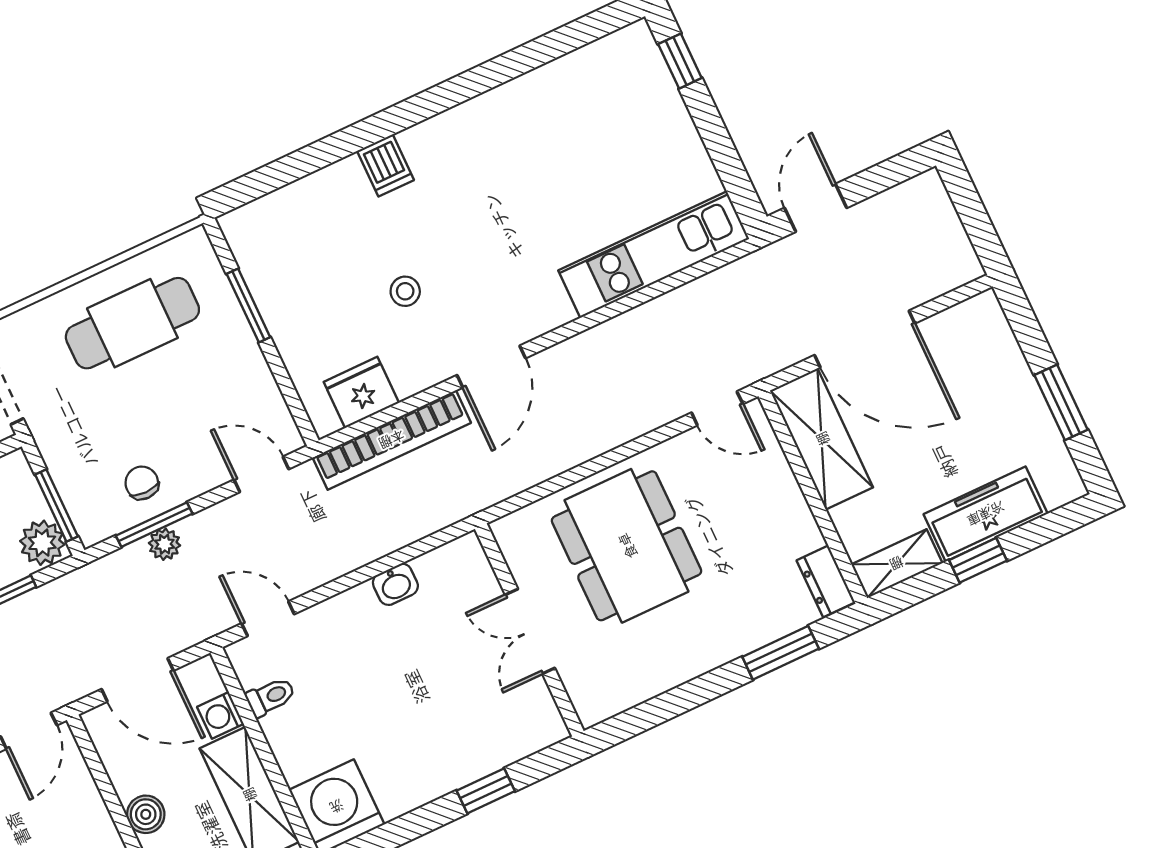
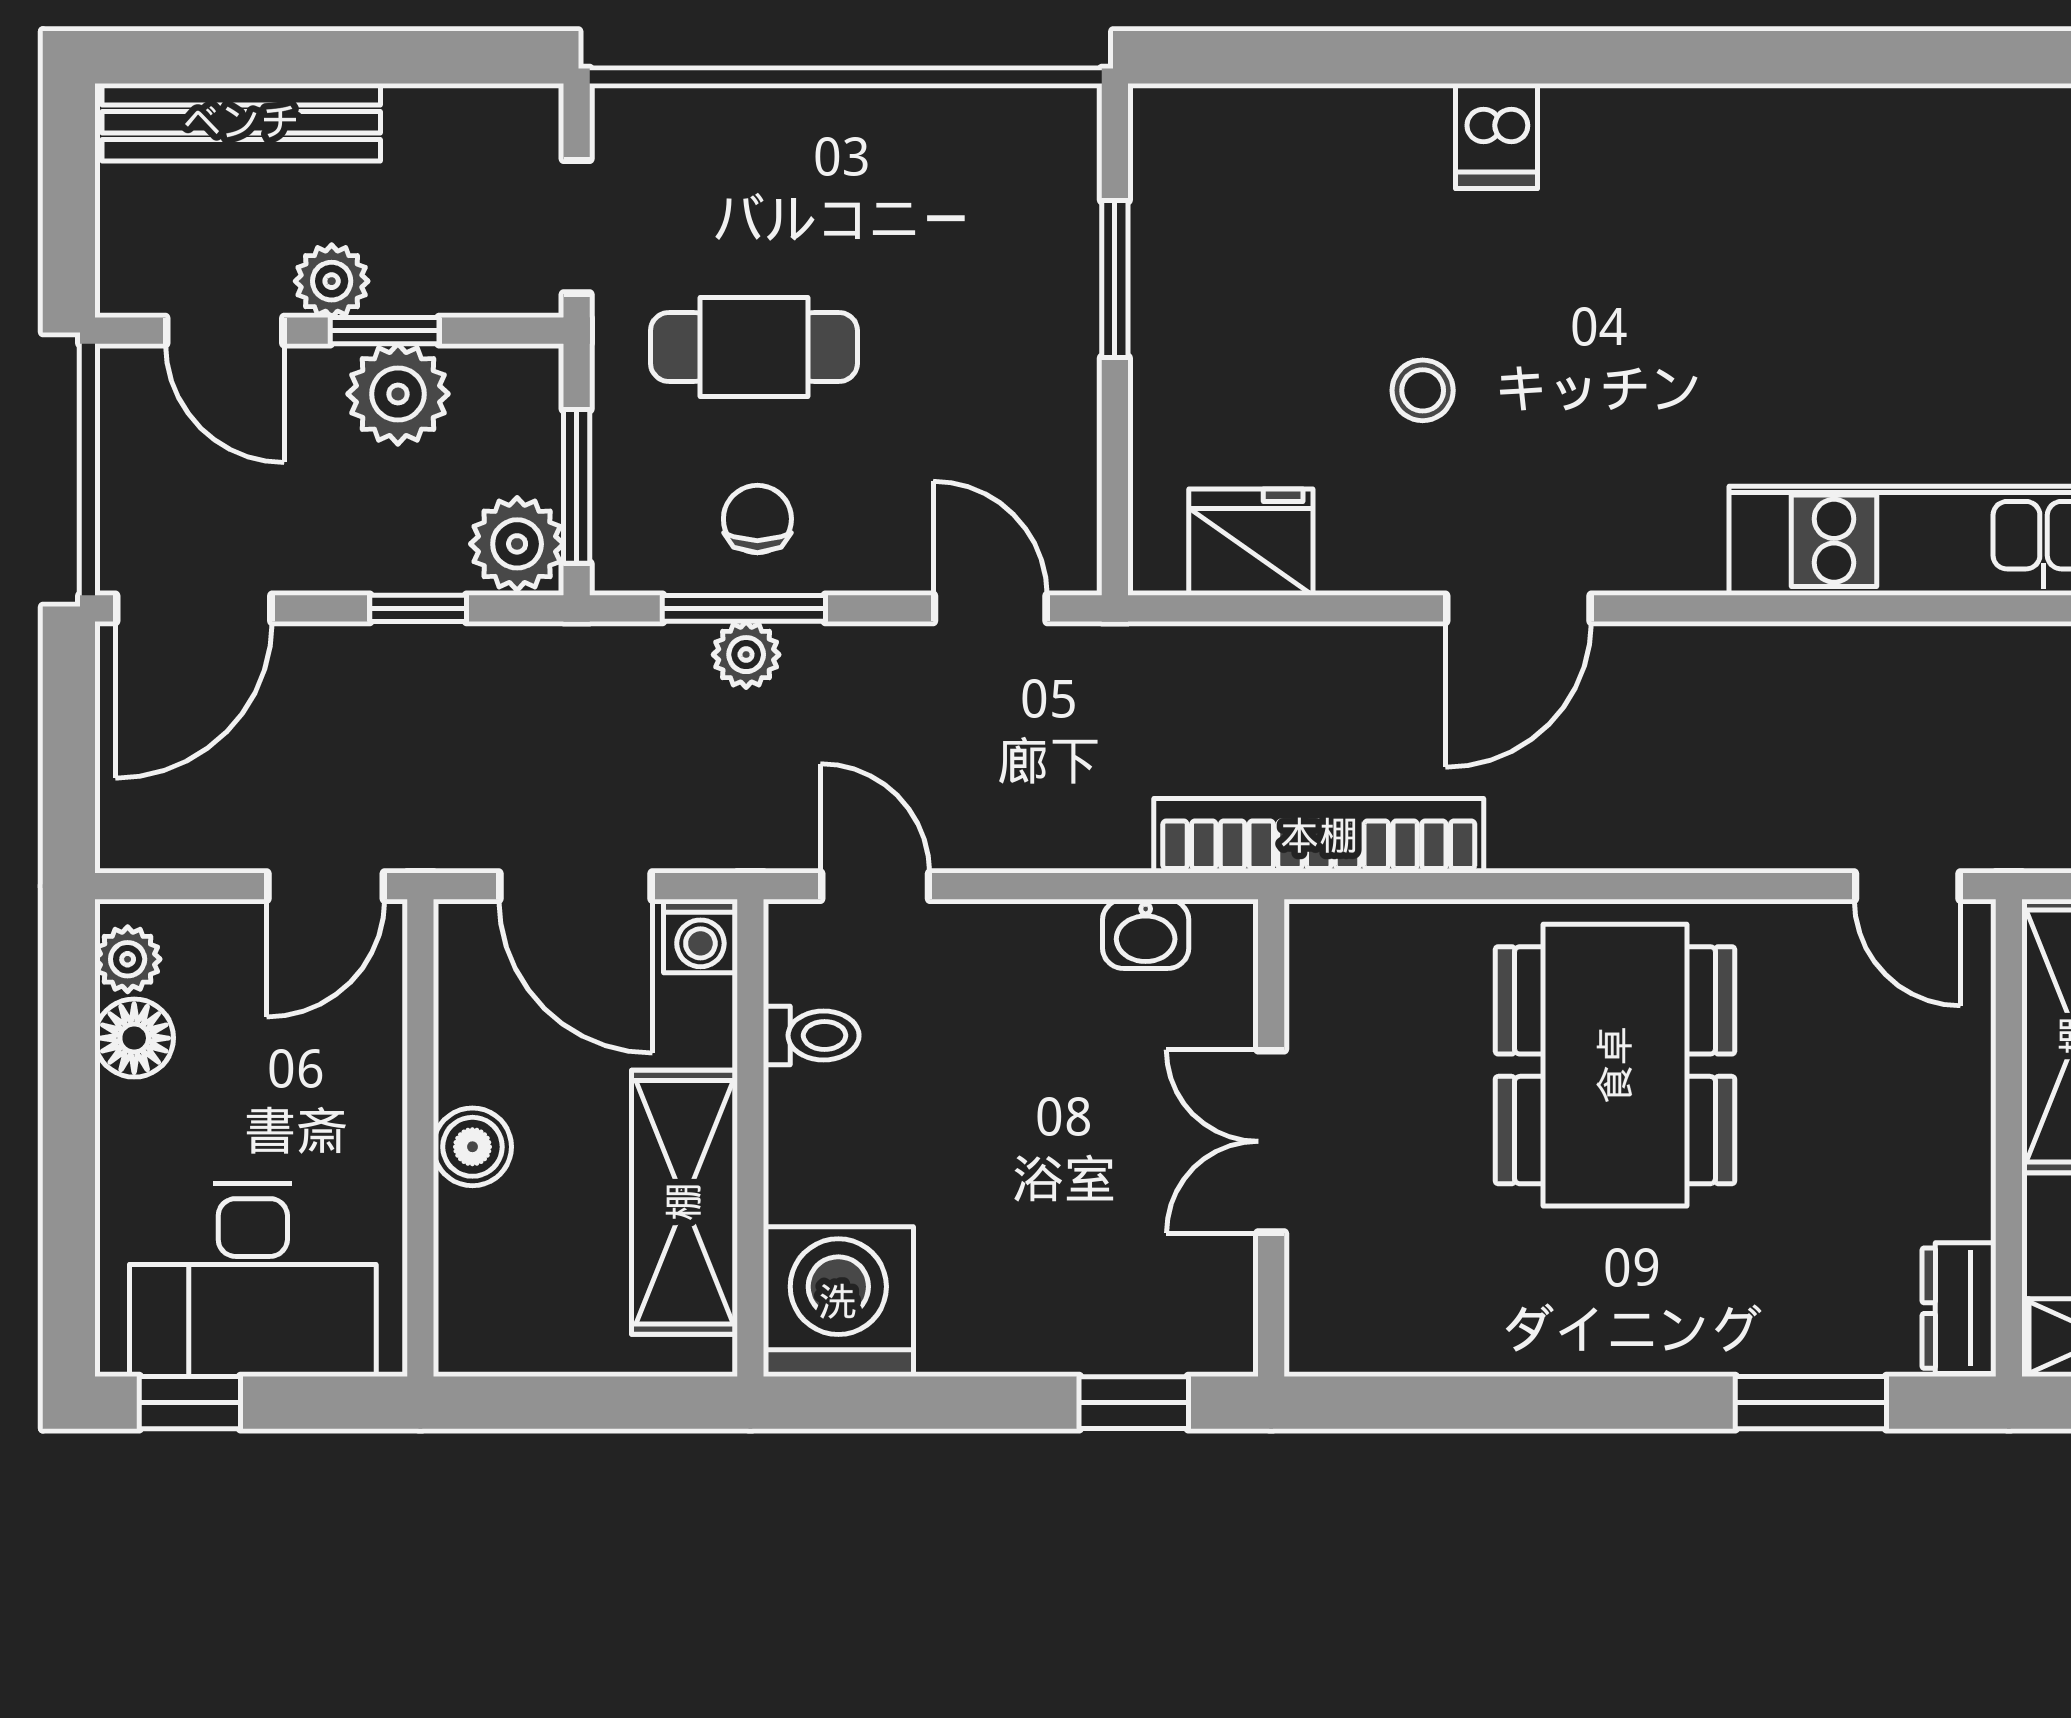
cafe table: (132, 323) -> (754, 347), moved, width x0.73, depth x0.74
bookcase: (392, 440) -> (1319, 836), moved, turned 180
wall: (529, 630) -> (1271, 1138), moved
double door: (530, 631) -> (1271, 1141), moved
washing machine: (220, 715) -> (700, 936), moved, turned -90

